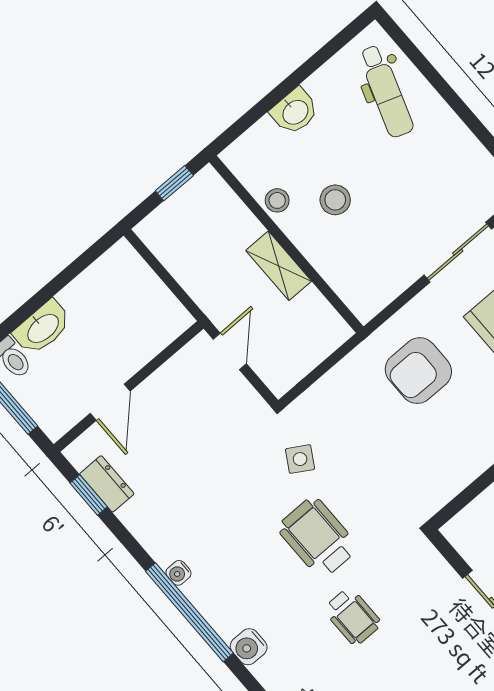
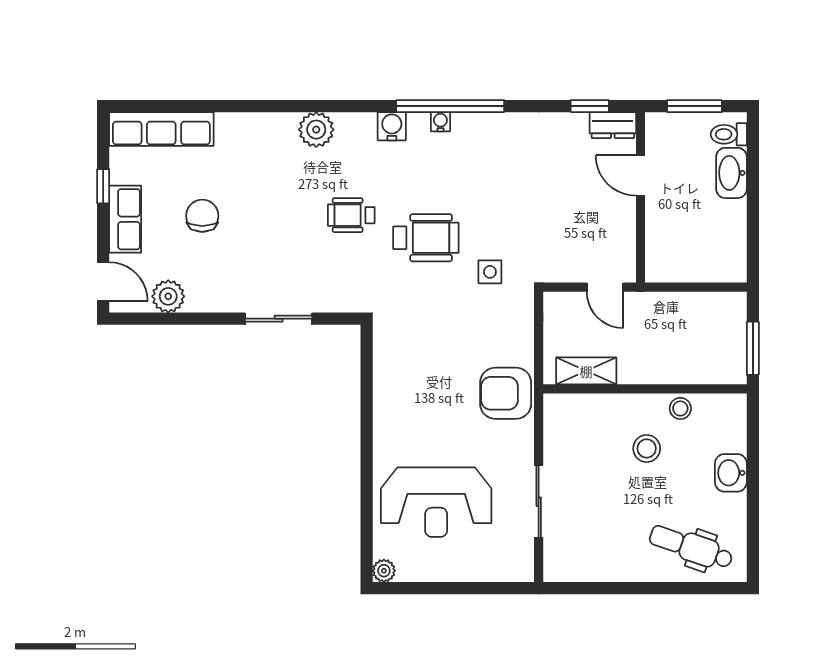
window: (174, 183) -> (753, 348), width x1.50
shelving: (279, 266) -> (586, 371), moved
armchair: (418, 371) -> (506, 393), moved, turned -90
side table: (300, 459) -> (490, 272), turned -31
dresser: (107, 484) -> (613, 125), moved
water cooler: (178, 573) -> (440, 122), moved

